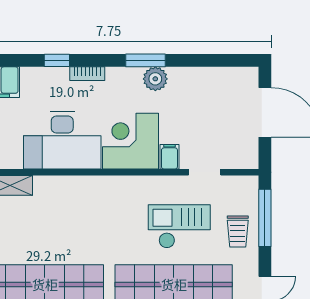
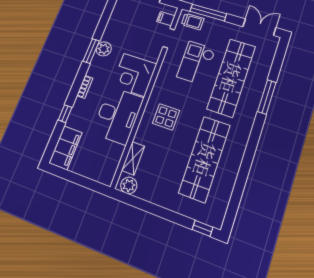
window: (57, 60) -> (65, 114), moved
filing cabinet: (169, 157) -> (166, 19), moved
display table: (84, 211) -> (166, 117), added
trolley: (238, 231) -> (193, 21), moved

